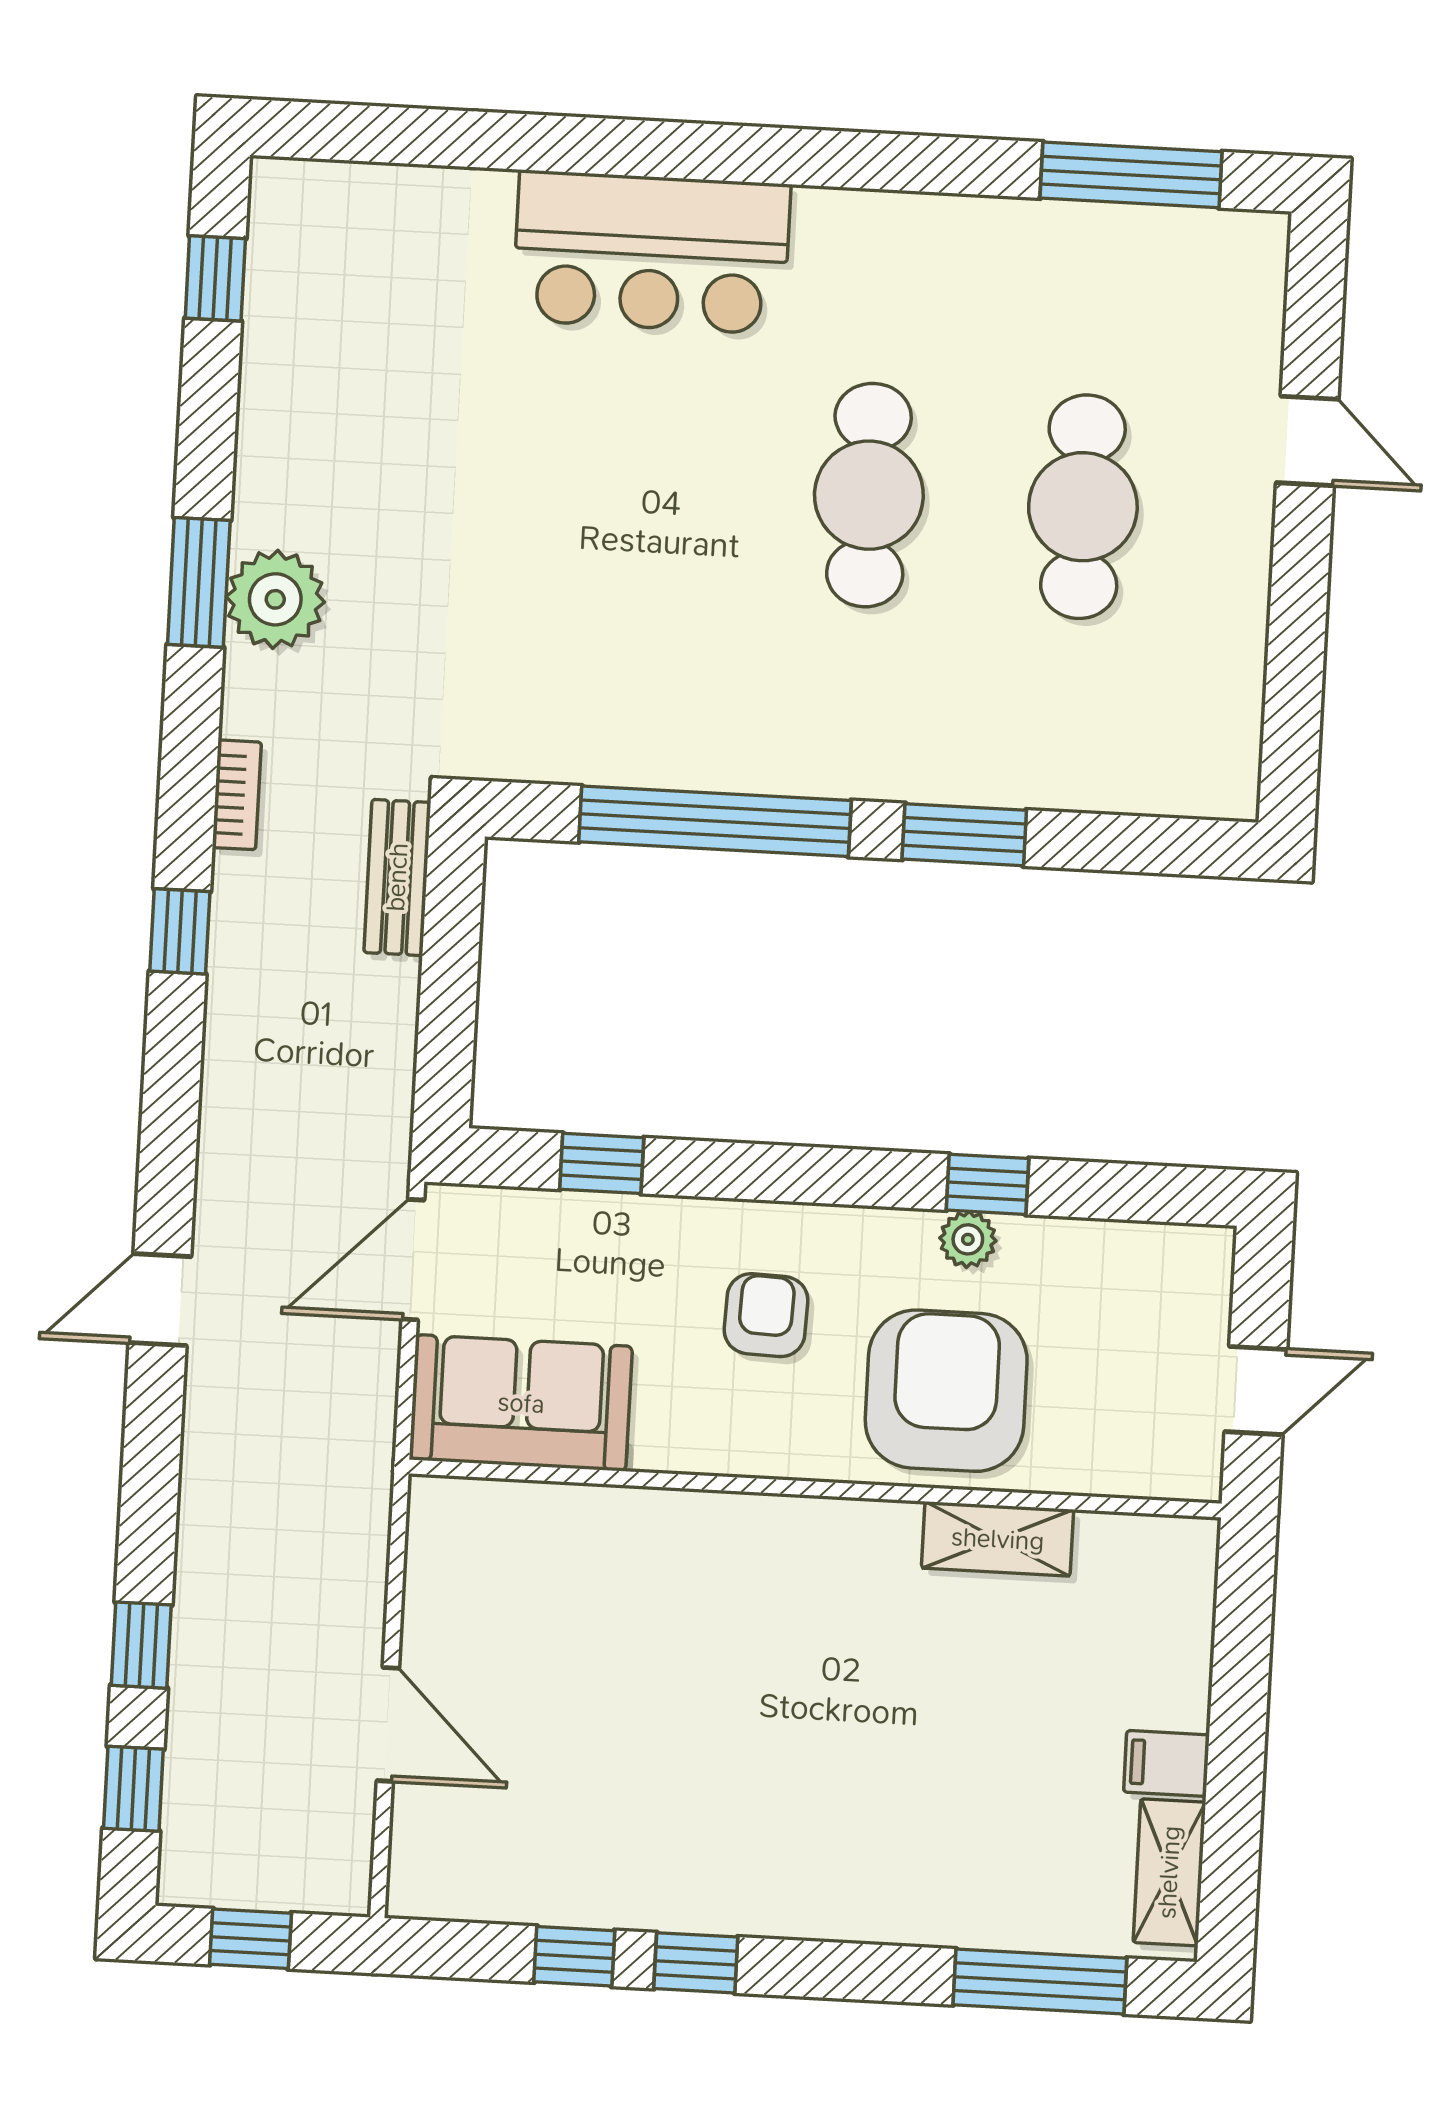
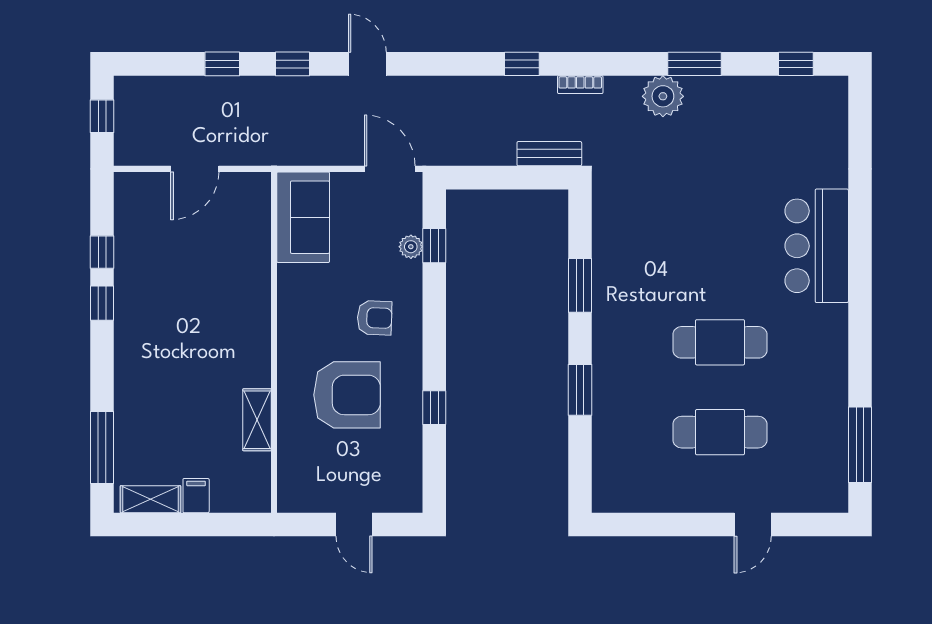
window: (199, 582) -> (695, 64), moved
window: (715, 821) -> (580, 285), width x0.47
plant: (968, 1239) -> (411, 247), moved
sofa: (521, 1403) -> (303, 217), moved
wall: (815, 1489) -> (274, 342), moved
shelving: (998, 1539) -> (257, 420), moved
window: (133, 1789) -> (292, 64), moved

